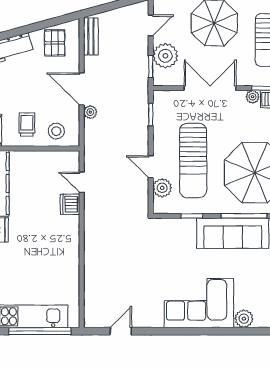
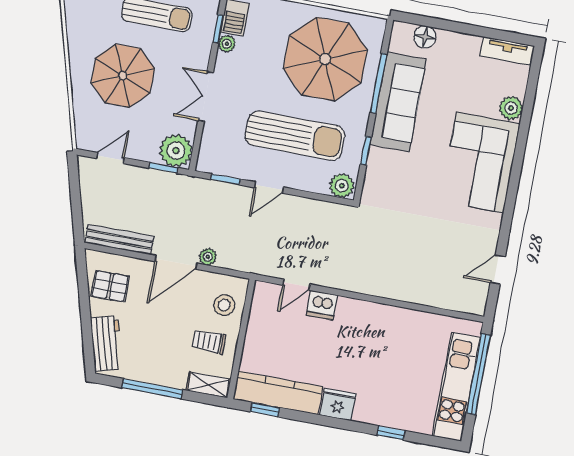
door: (151, 25) -> (110, 158), hinge flipped
bench: (91, 36) -> (119, 240), width x1.36
plant: (165, 56) -> (176, 151), moved
double door: (210, 88) -> (206, 97), width x0.73
door: (151, 167) -> (269, 187), moved
plant: (162, 188) -> (342, 186), moved
door: (121, 331) -> (498, 270), hinge flipped

